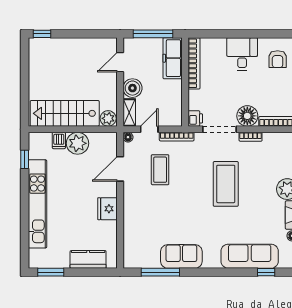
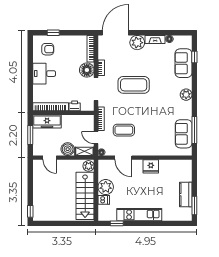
window: (153, 34) -> (30, 135), width x0.69
printer: (195, 118) -> (75, 106), moved
kitchen unit: (37, 204) -> (139, 215), width x0.73
sofa: (181, 256) -> (184, 134), moved
sofa: (250, 256) -> (183, 63), width x0.73
kitchen counter: (88, 259) -> (186, 195), moved
plant: (212, 260) -> (186, 95), added

